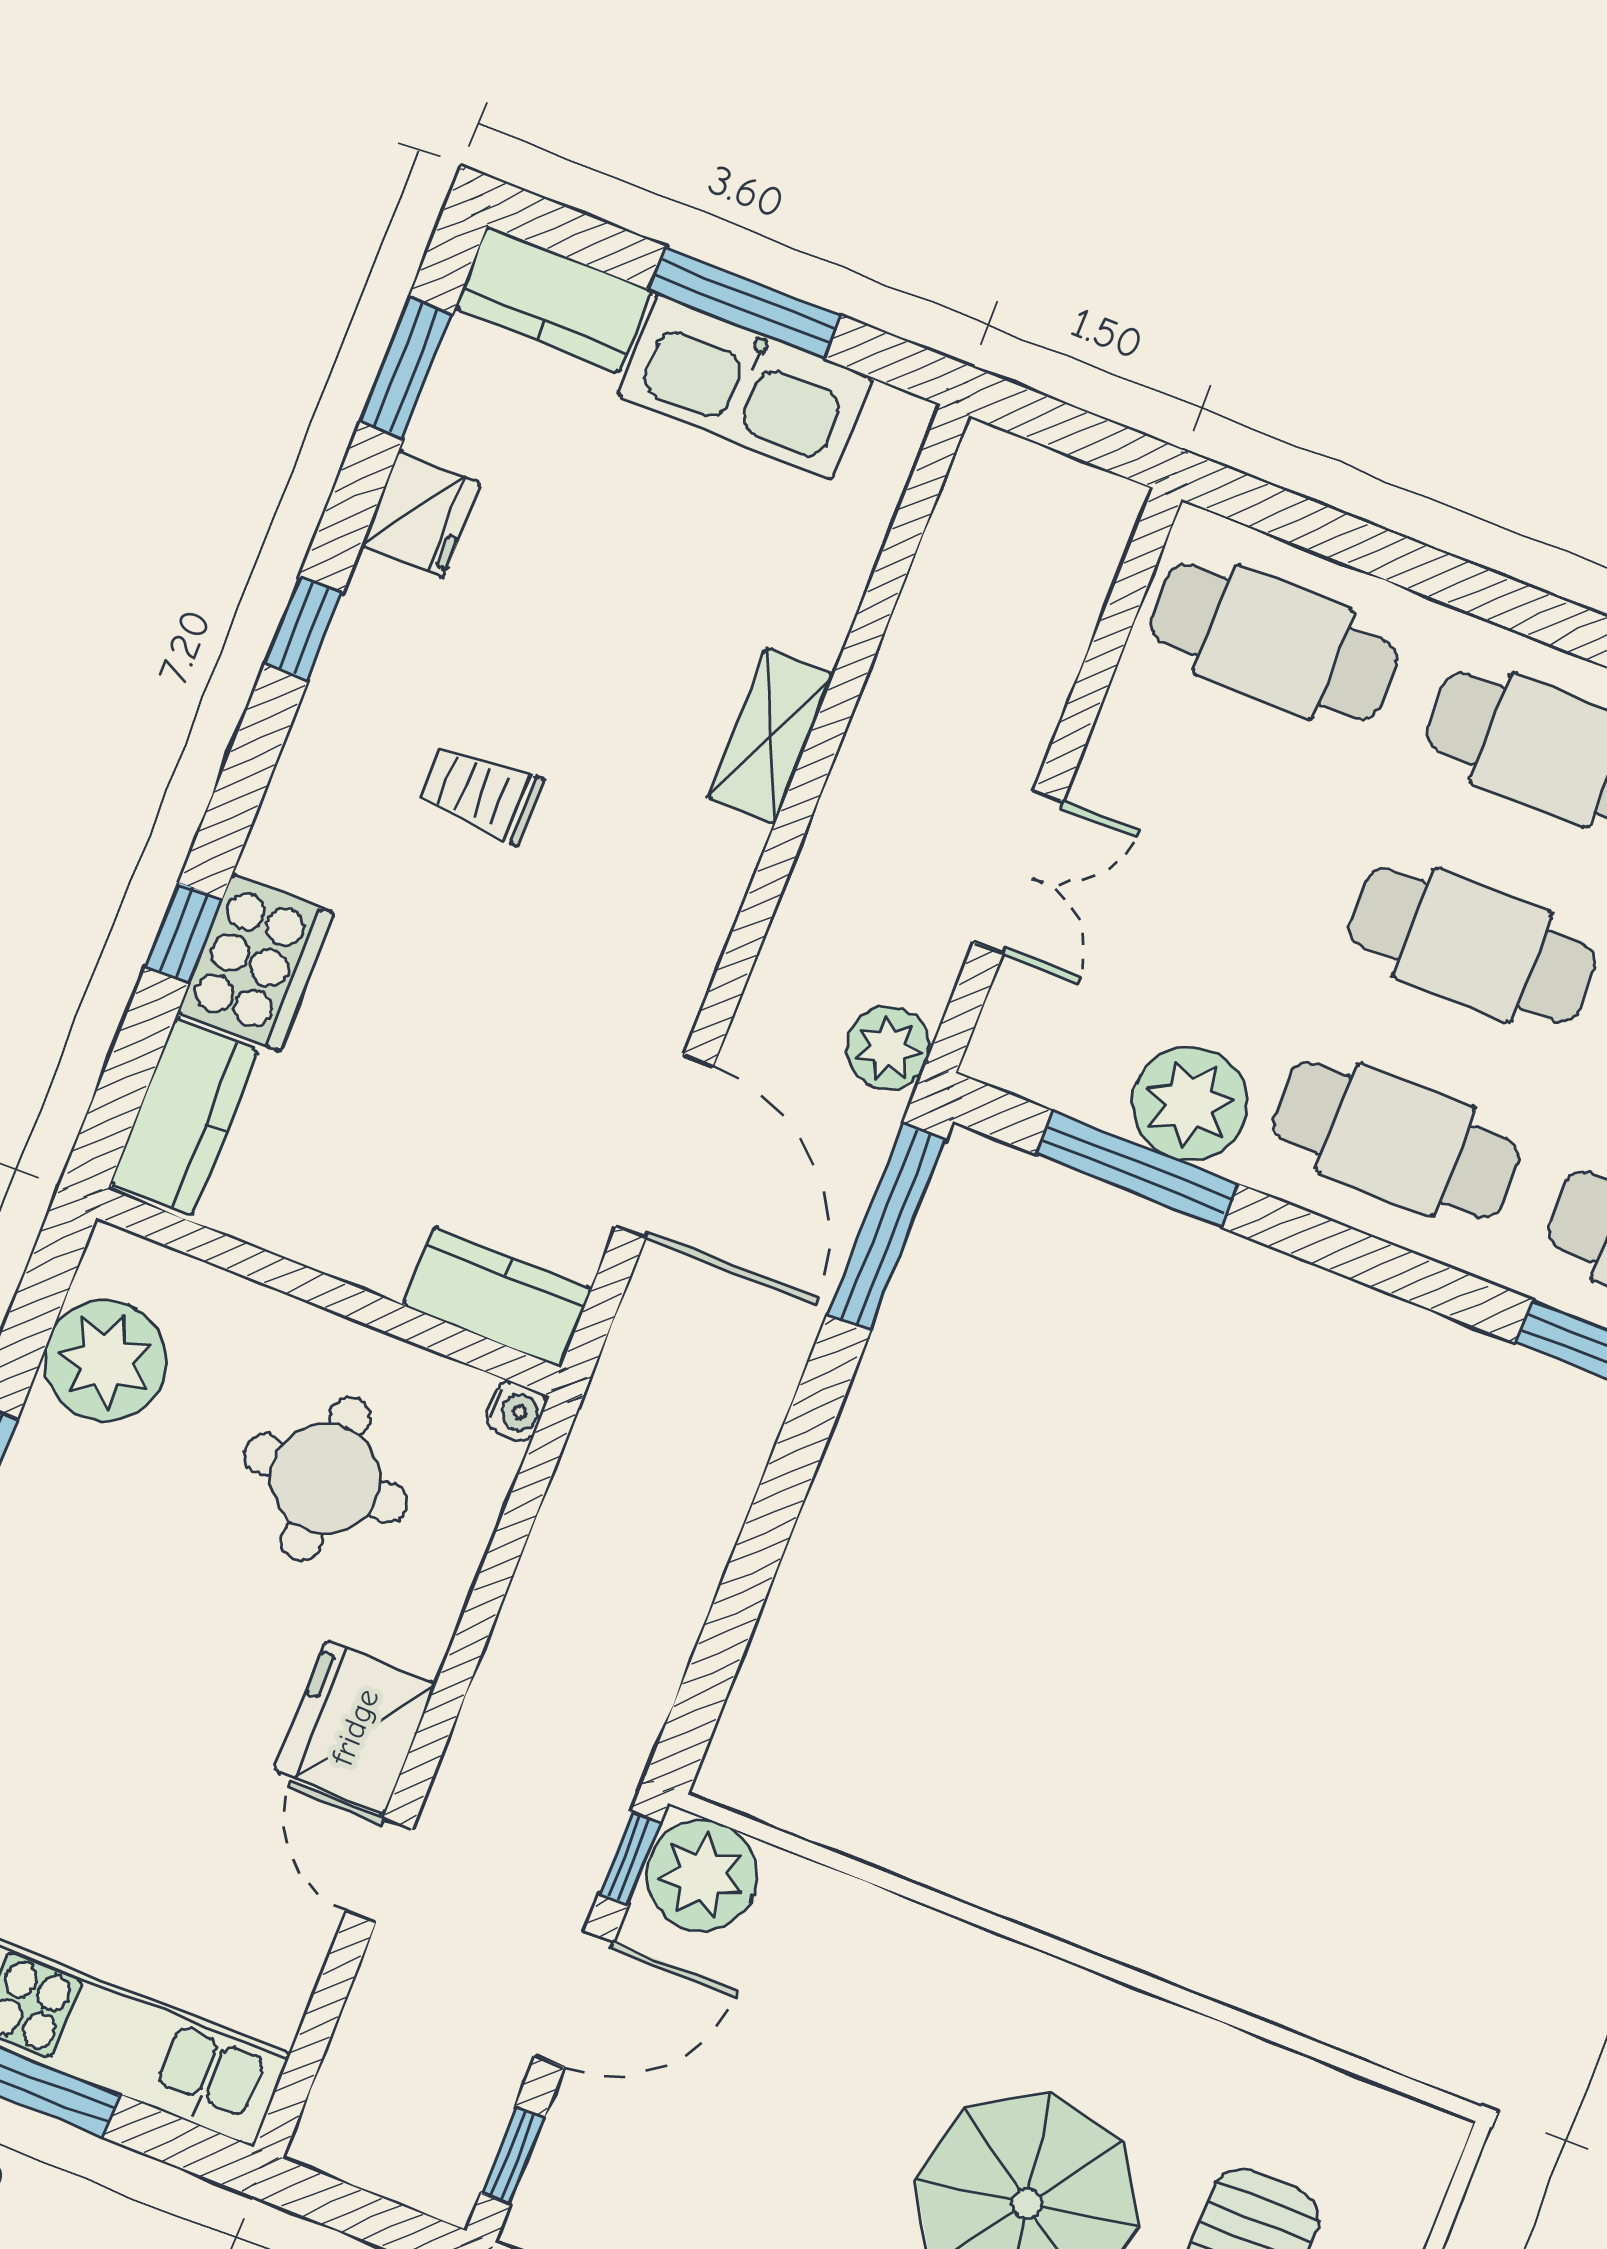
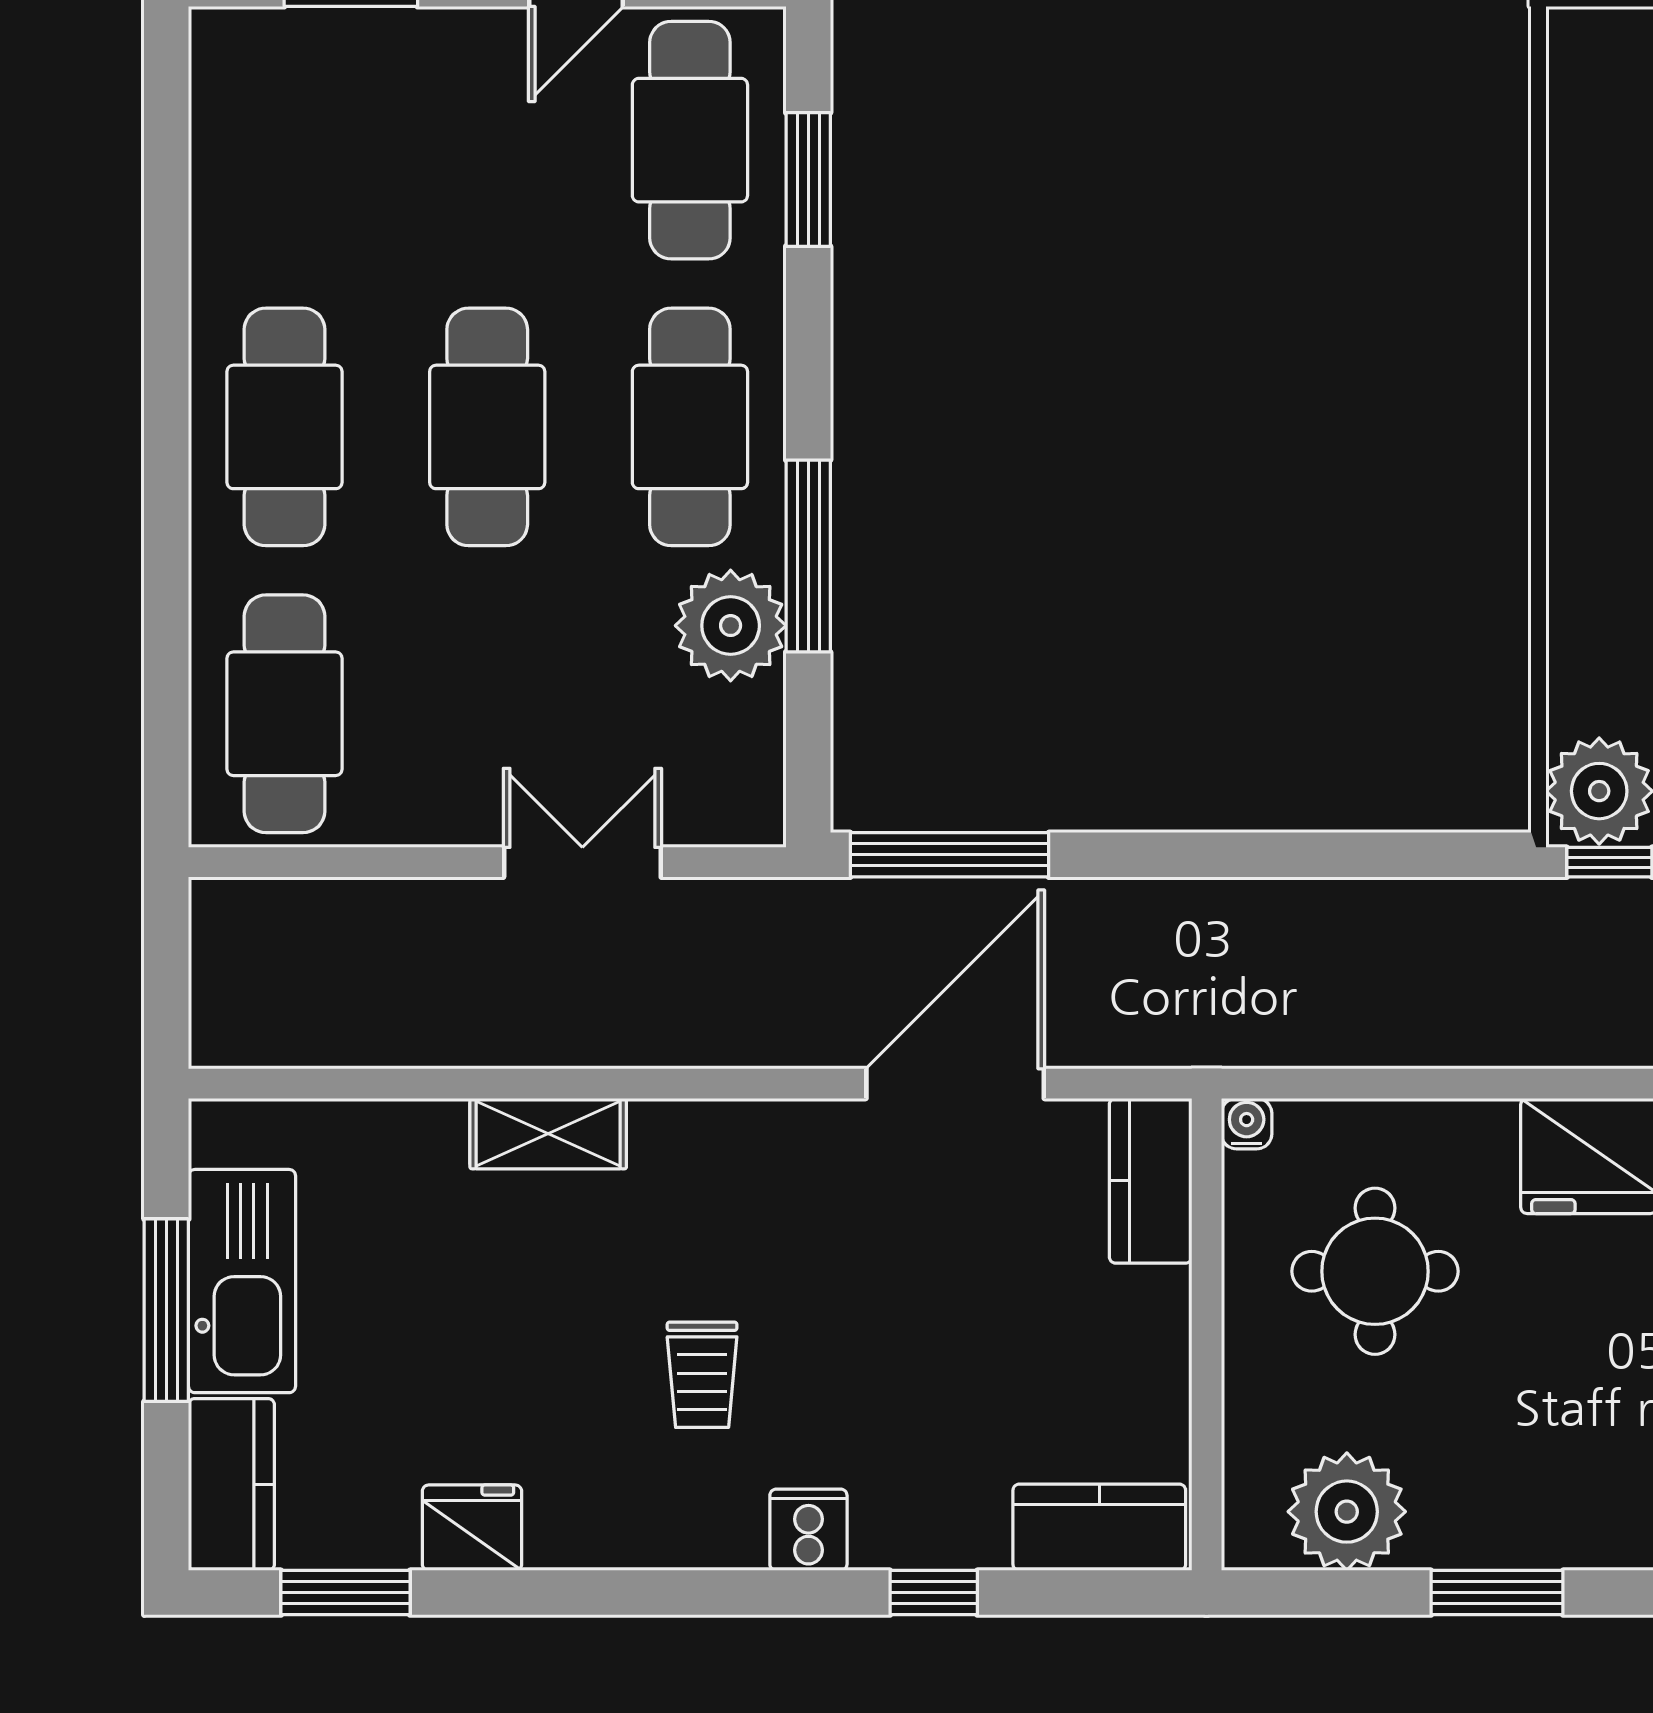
window: (304, 629) -> (617, 1593), removed
cooker: (256, 962) -> (808, 1530), moved, width x0.53, depth x0.76
plant: (888, 1048) -> (788, 917), removed
window: (1137, 1169) -> (808, 556), moved

